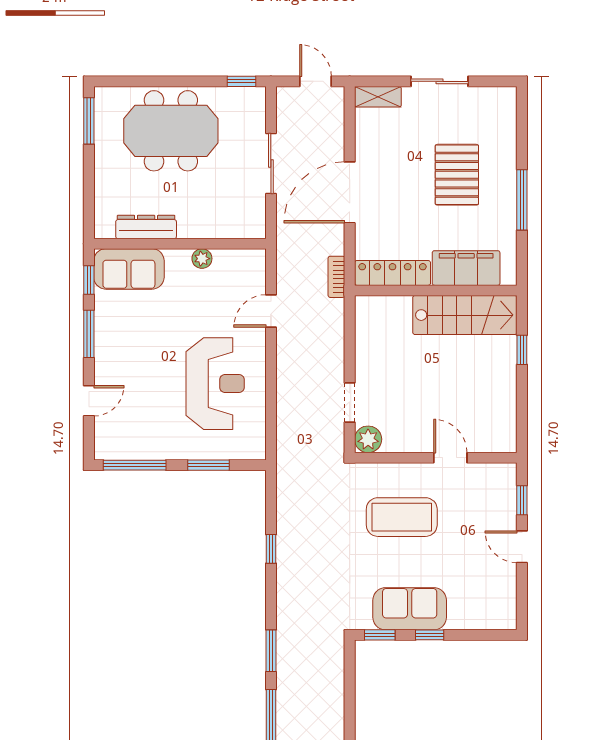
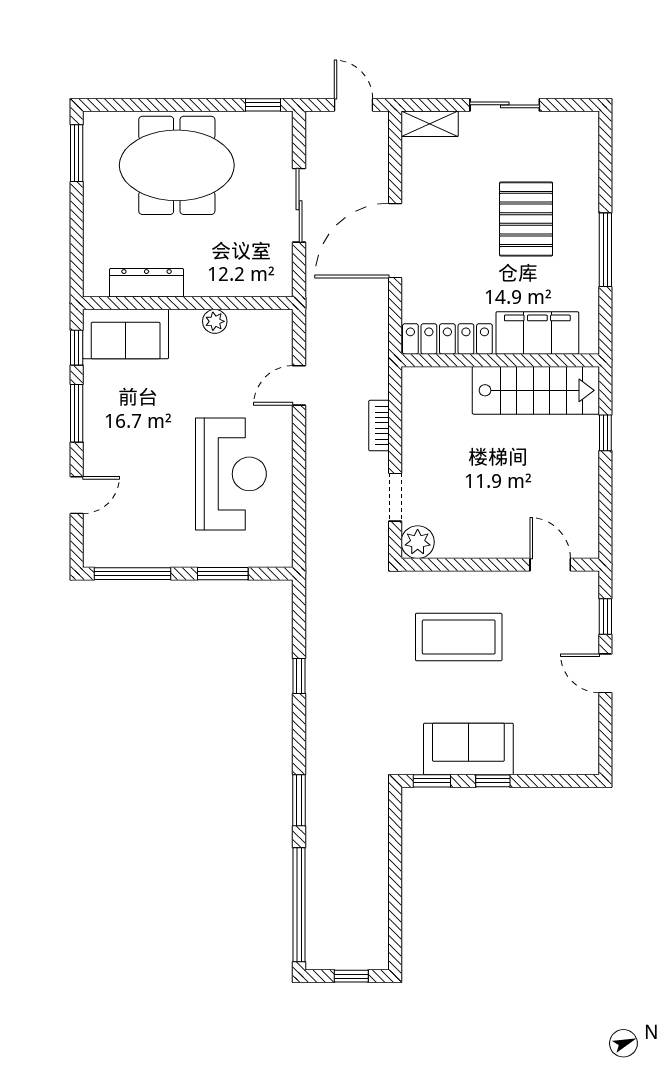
bookcase: (336, 277) -> (379, 426), moved
door: (450, 458) -> (550, 565), moved

